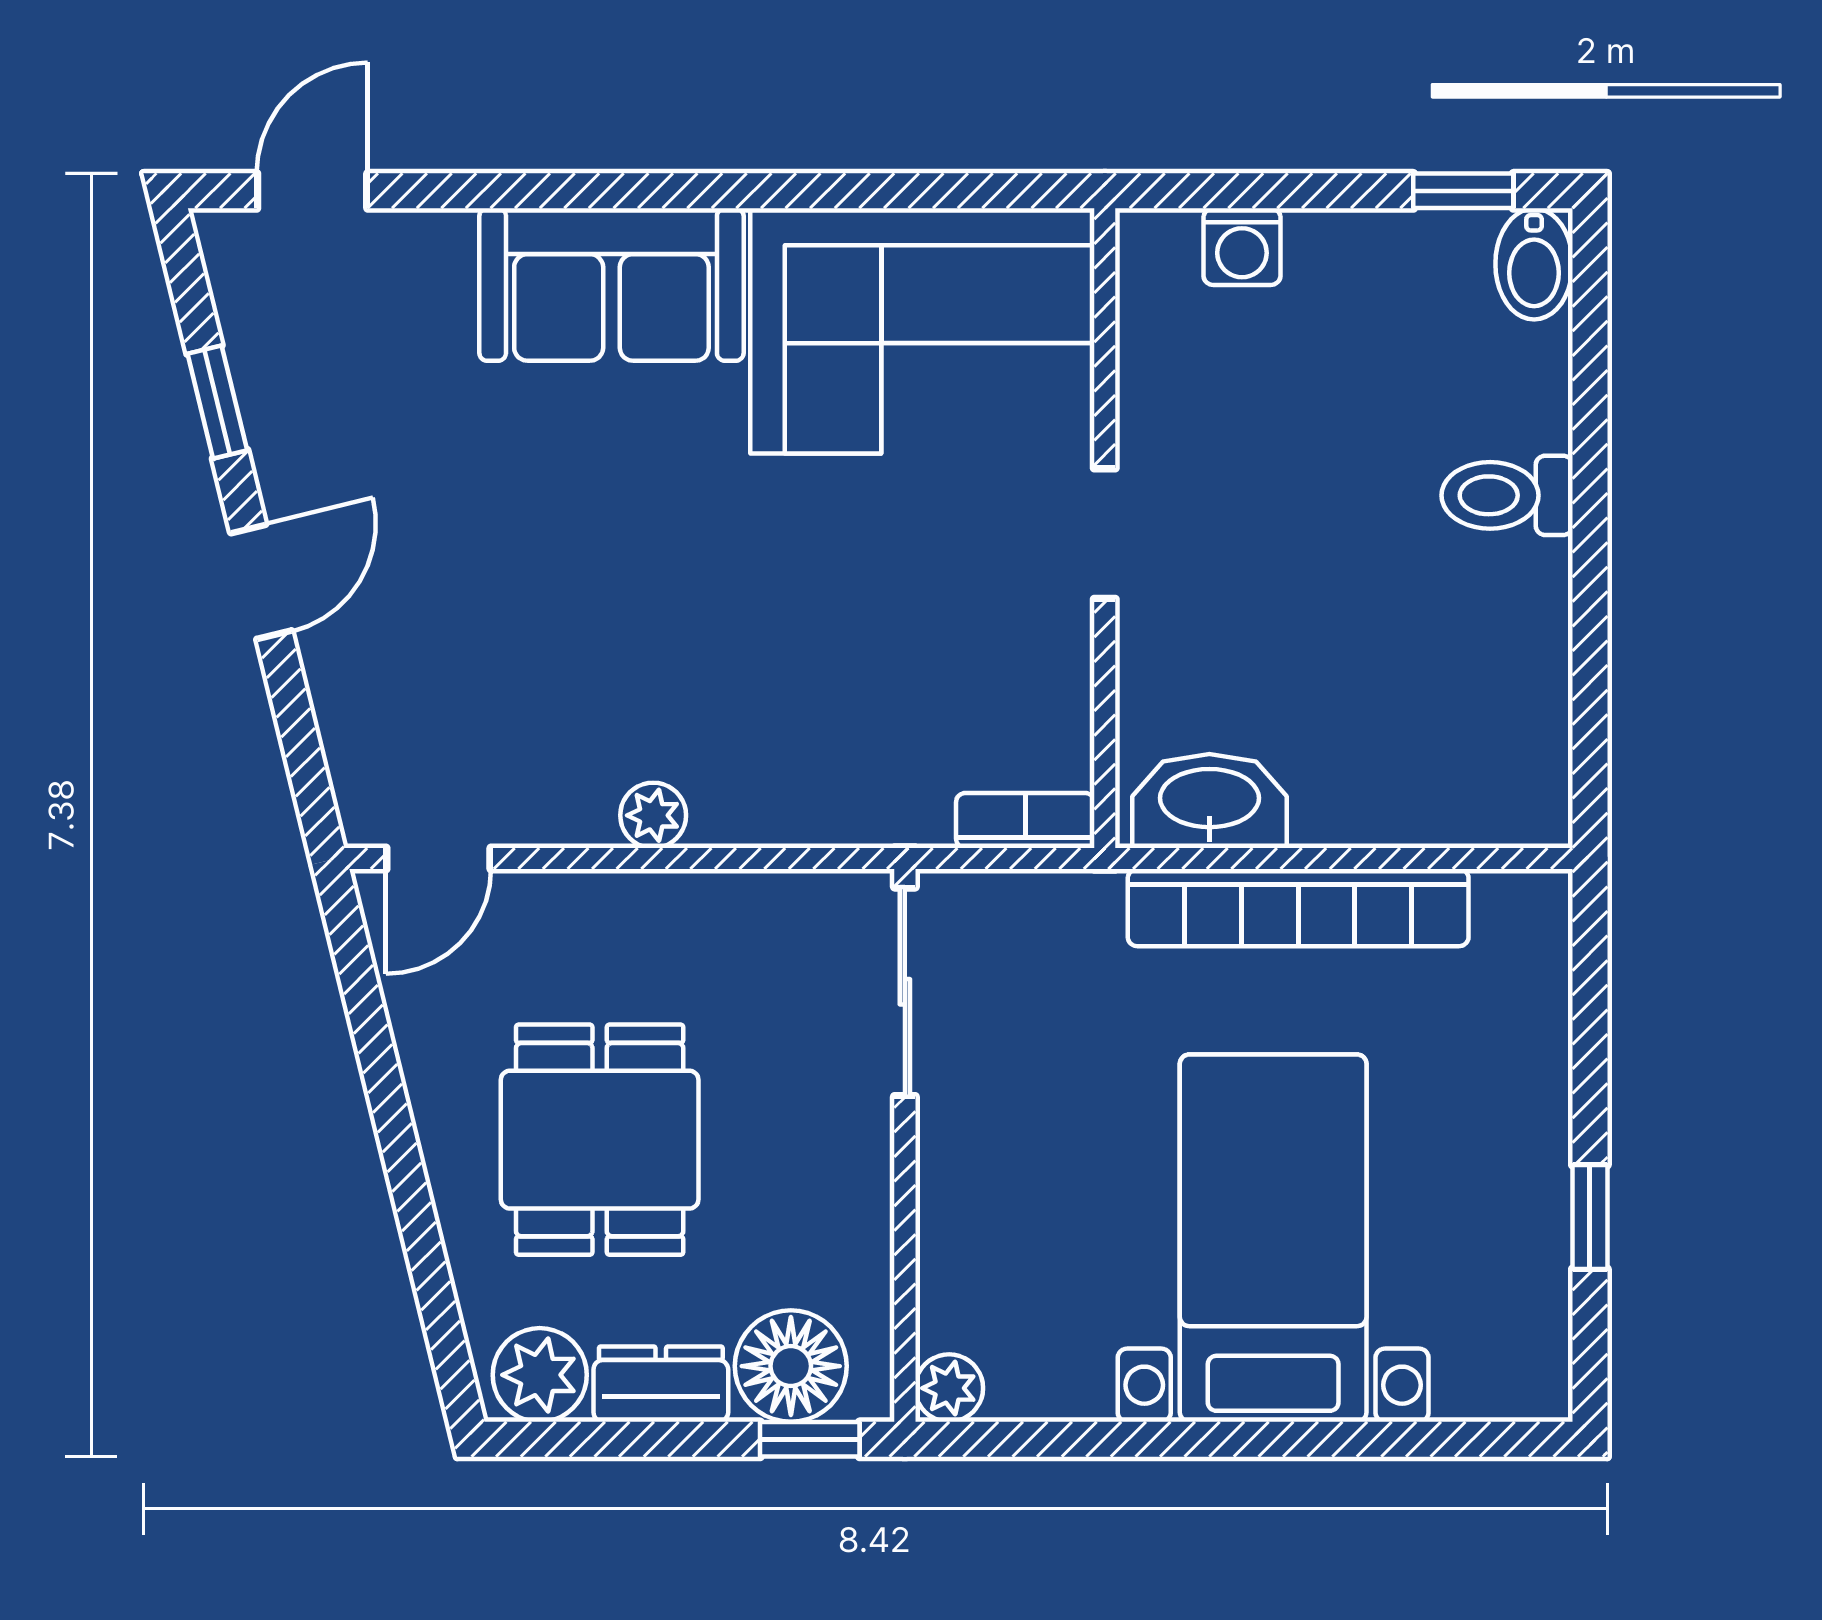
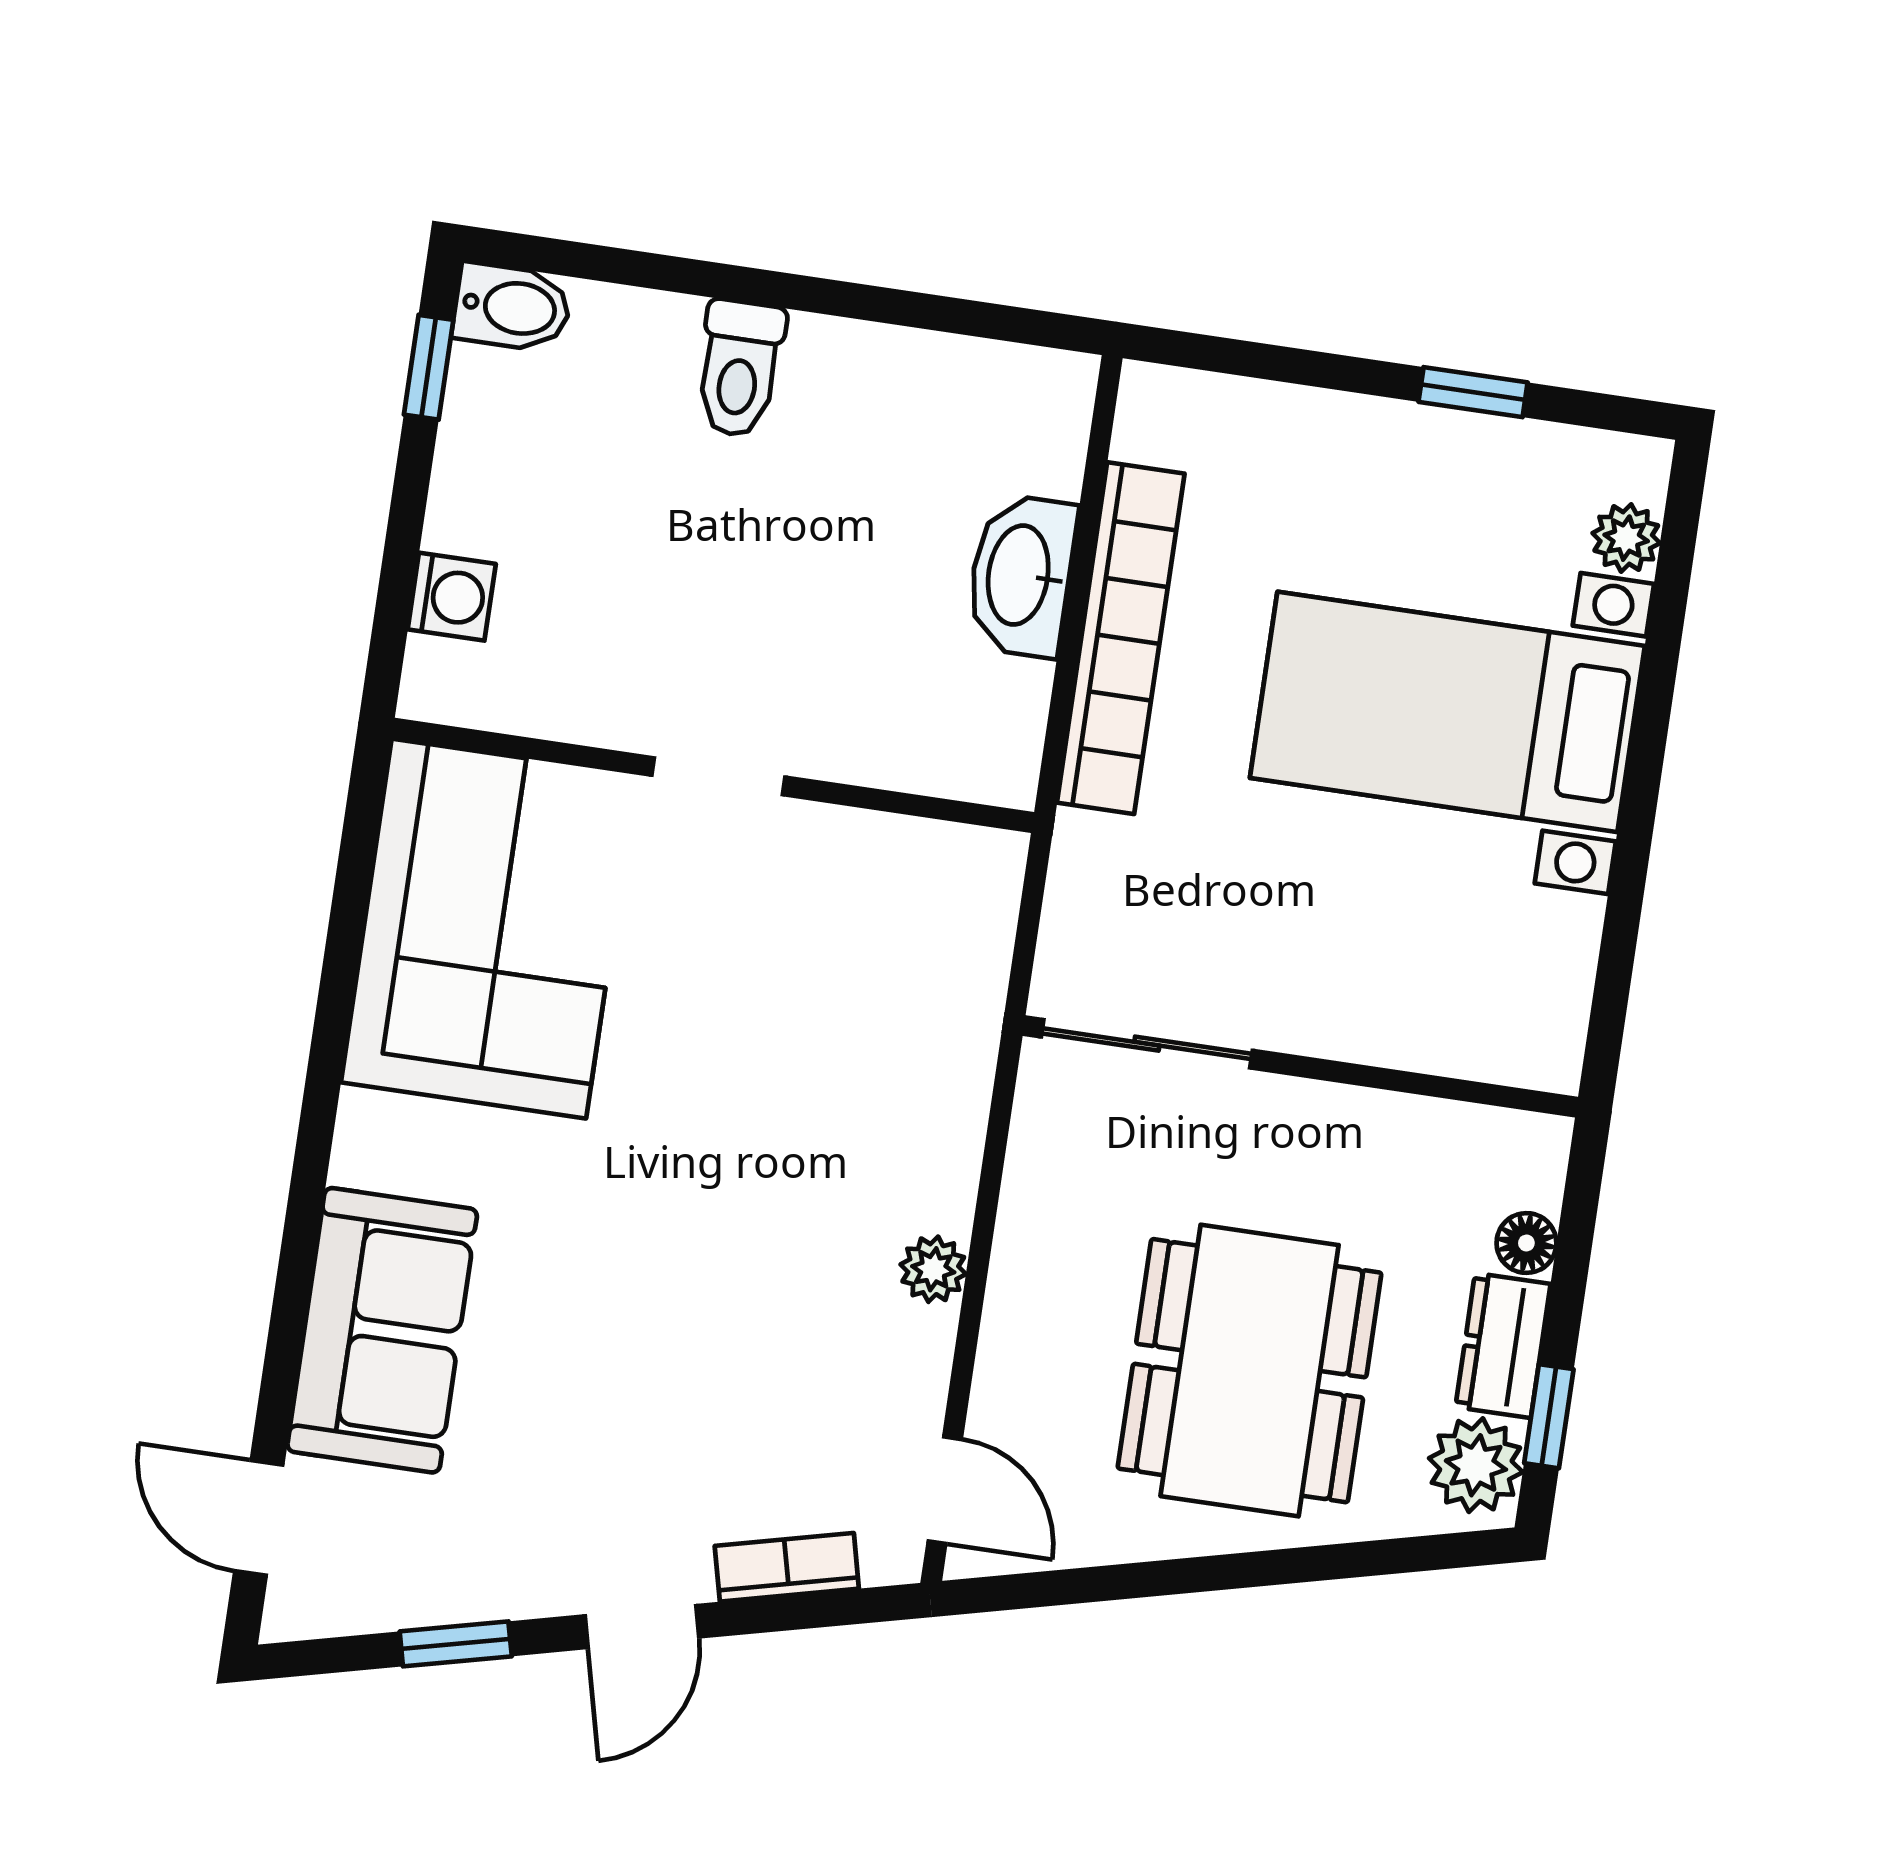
sofa: (611, 285) -> (382, 1330), moved
door: (261, 582) -> (642, 1626), swing flipped
washbasin: (1209, 801) -> (1021, 575), moved
bookcase: (1025, 820) -> (787, 1567), moved, turned 76
dining table: (600, 1140) -> (1250, 1371), width x1.38
floor lamp: (791, 1366) -> (1526, 1243), width x0.53, depth x0.53
plant: (949, 1388) -> (1626, 538), moved
window: (810, 1439) -> (1549, 1416), moved

